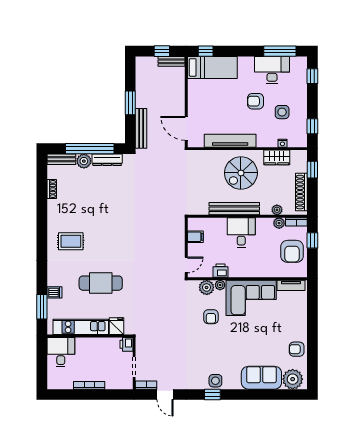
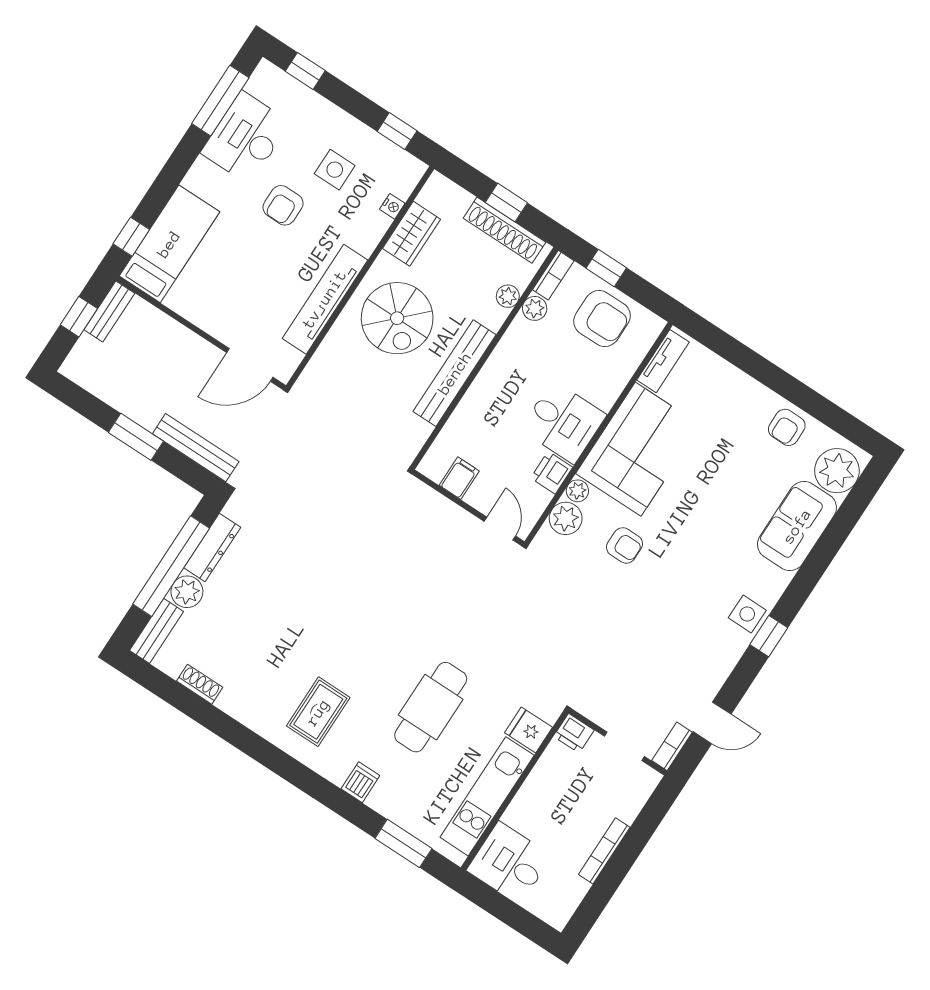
window: (312, 170) -> (506, 203), moved
desk: (241, 232) -> (563, 422), moved, turned 180
dishwasher: (54, 292) -> (360, 782), moved

